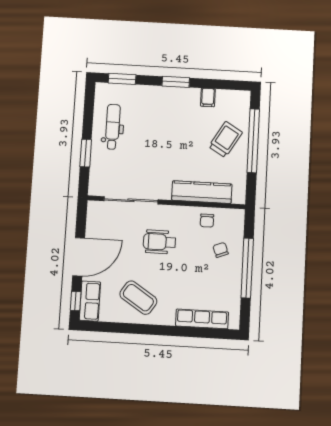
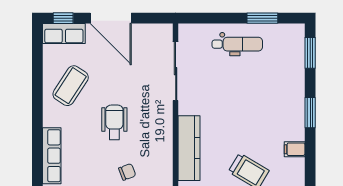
dental chair: (113, 127) -> (237, 44), moved
window: (86, 153) -> (262, 18), moved
chair: (207, 221) -> (158, 155), removed
wheelchair: (160, 242) -> (114, 122), moved

